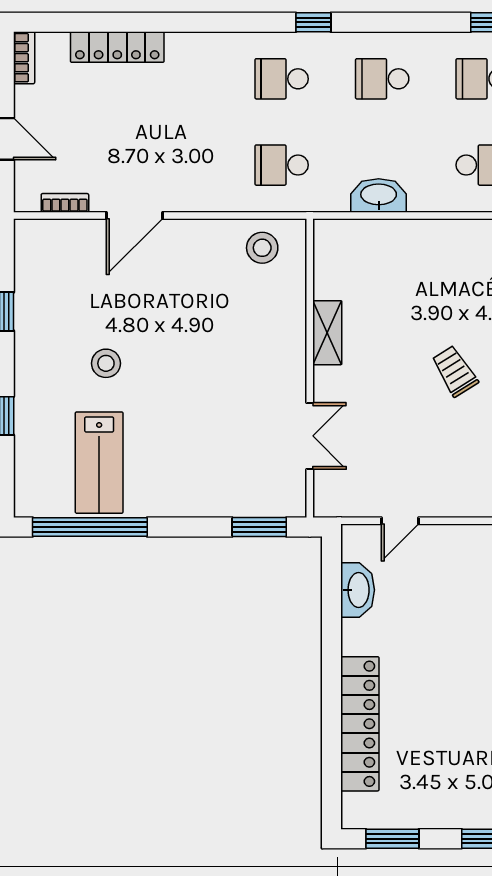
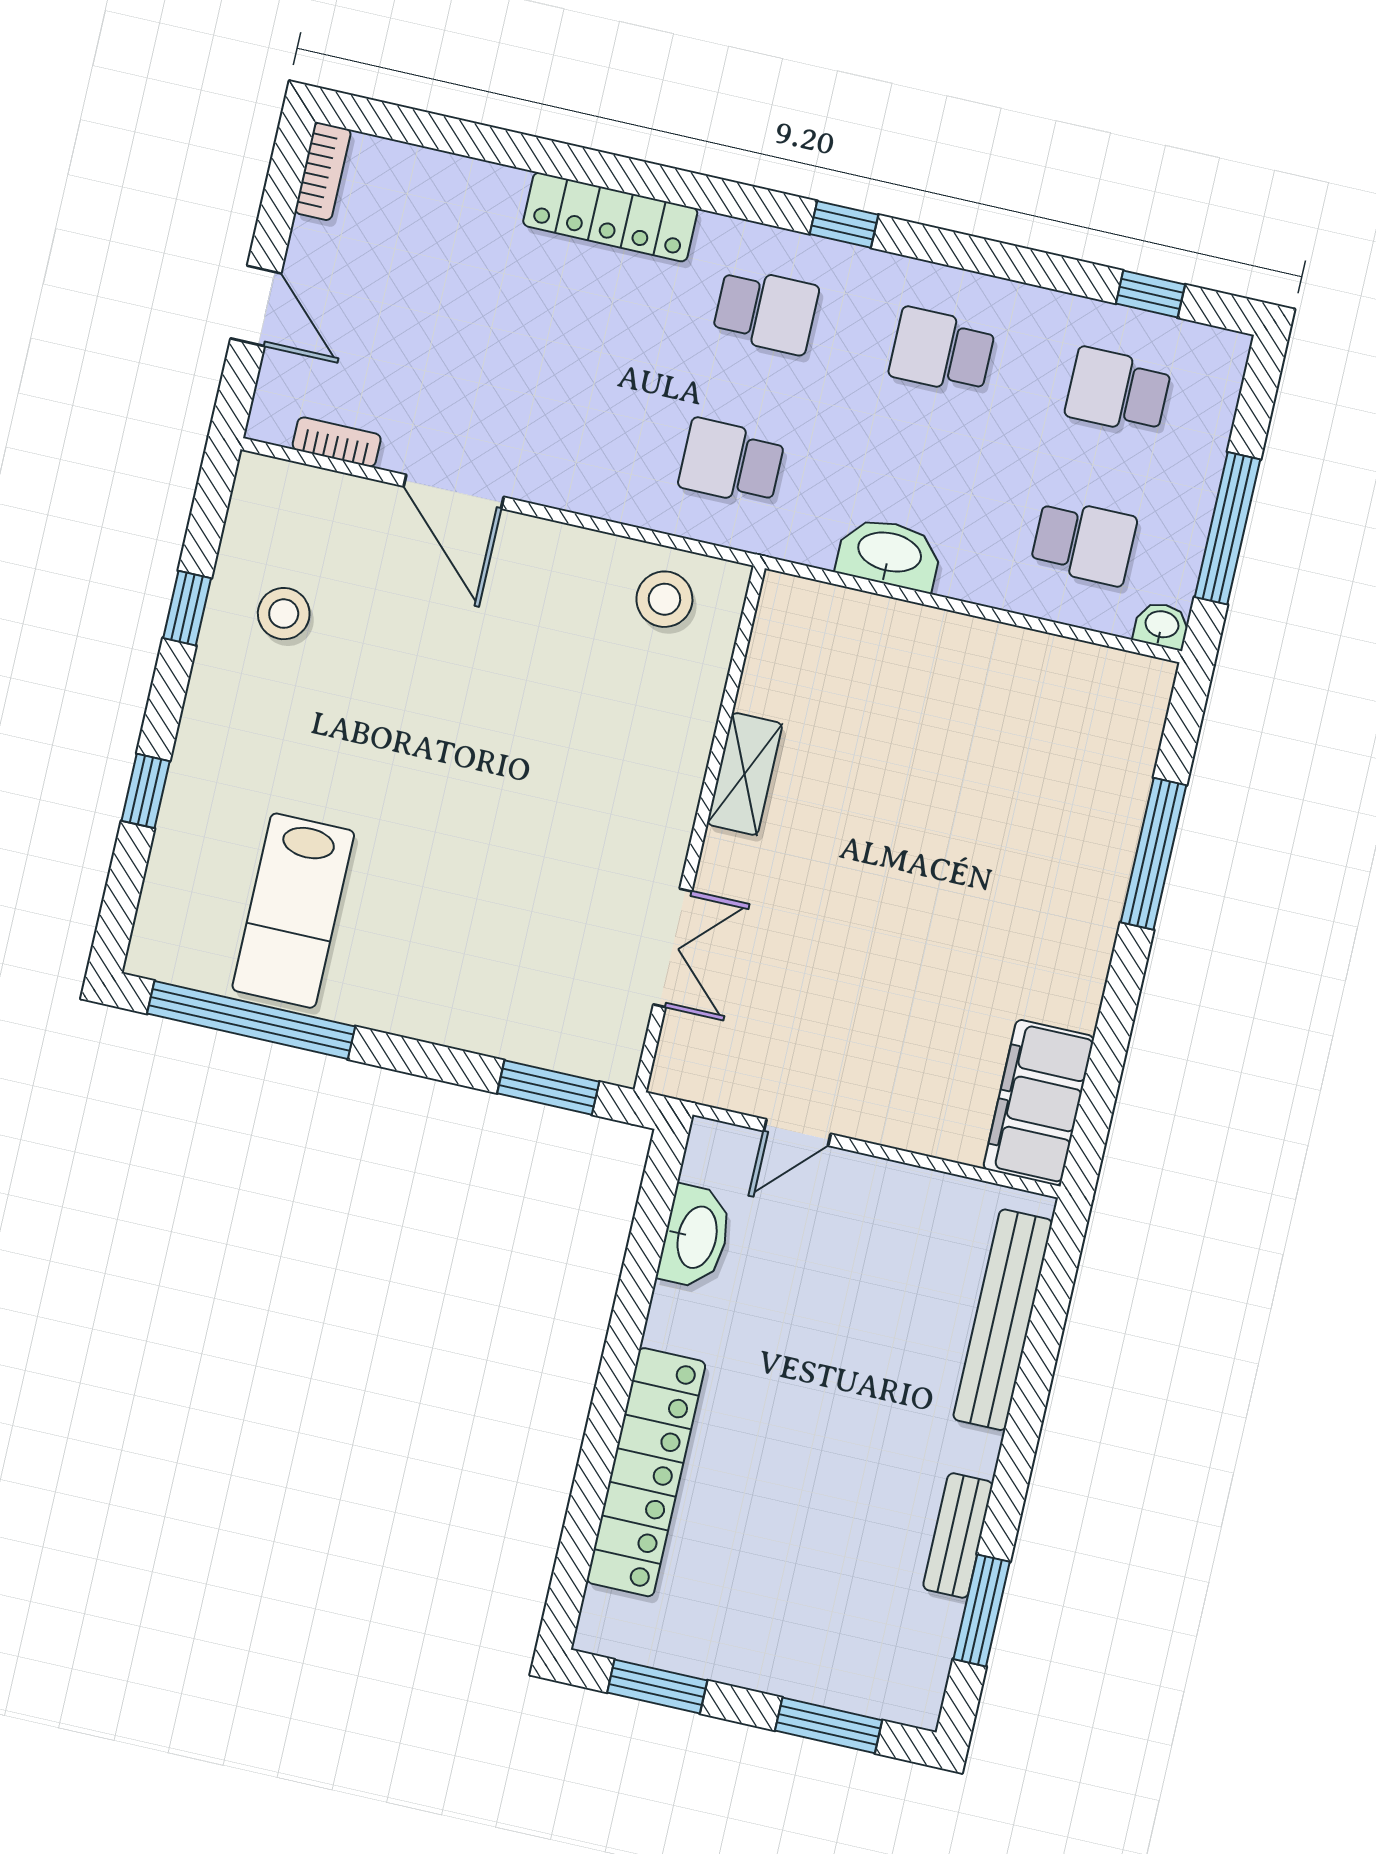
locker: (117, 47) -> (610, 217), moved
school desk: (282, 79) -> (766, 311), turned 180
door: (134, 215) -> (454, 492), hinge flipped
stool: (106, 363) -> (284, 614), moved
trolley: (455, 371) -> (953, 892), removed

